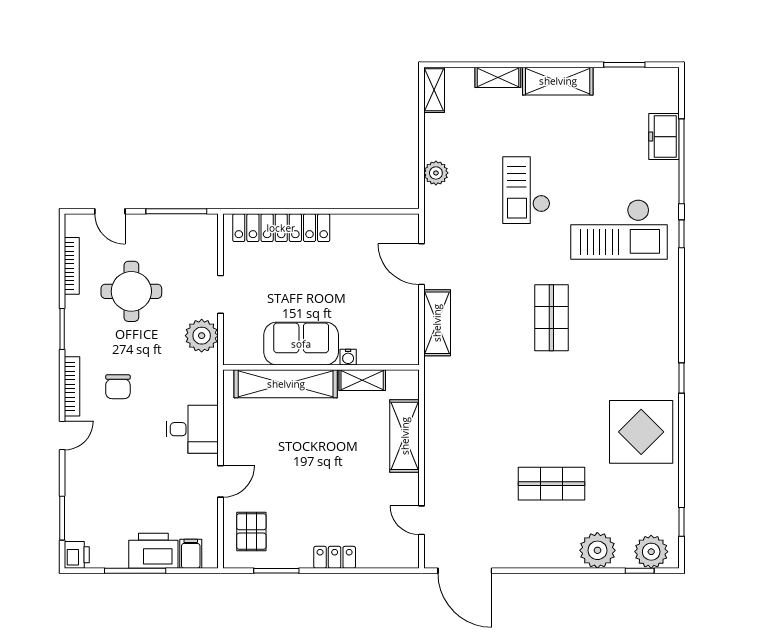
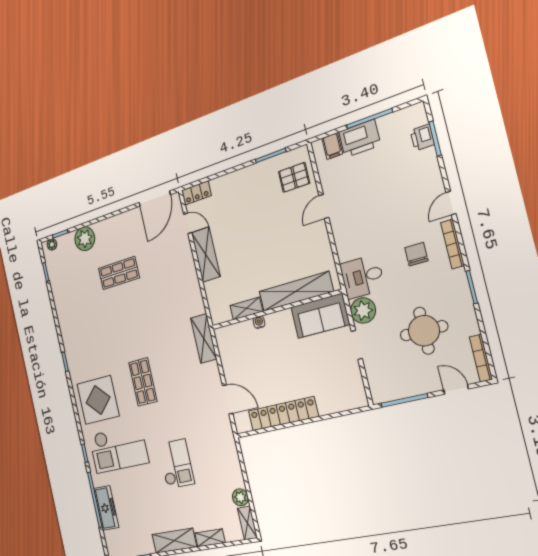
freezer: (664, 137) -> (106, 508), width x1.40
plant: (436, 173) -> (240, 497), moved
locker: (281, 228) -> (283, 414), moved
checkout: (619, 229) -> (119, 449), turned 180
bookcase: (72, 266) -> (481, 358), moved
shelving: (437, 323) -> (204, 339), moved
sofa: (301, 344) -> (320, 316), moved
desk: (192, 429) -> (362, 277), moved
display table: (641, 432) -> (98, 400), moved
shelving: (405, 436) -> (206, 255), moved
pallet: (251, 531) -> (294, 177), turned 90
plant: (651, 552) -> (52, 244), width x0.53, depth x0.53
printer: (77, 555) -> (422, 137), moved
locker: (335, 557) -> (196, 193), moved
door: (465, 571) -> (155, 199), swing flipped

